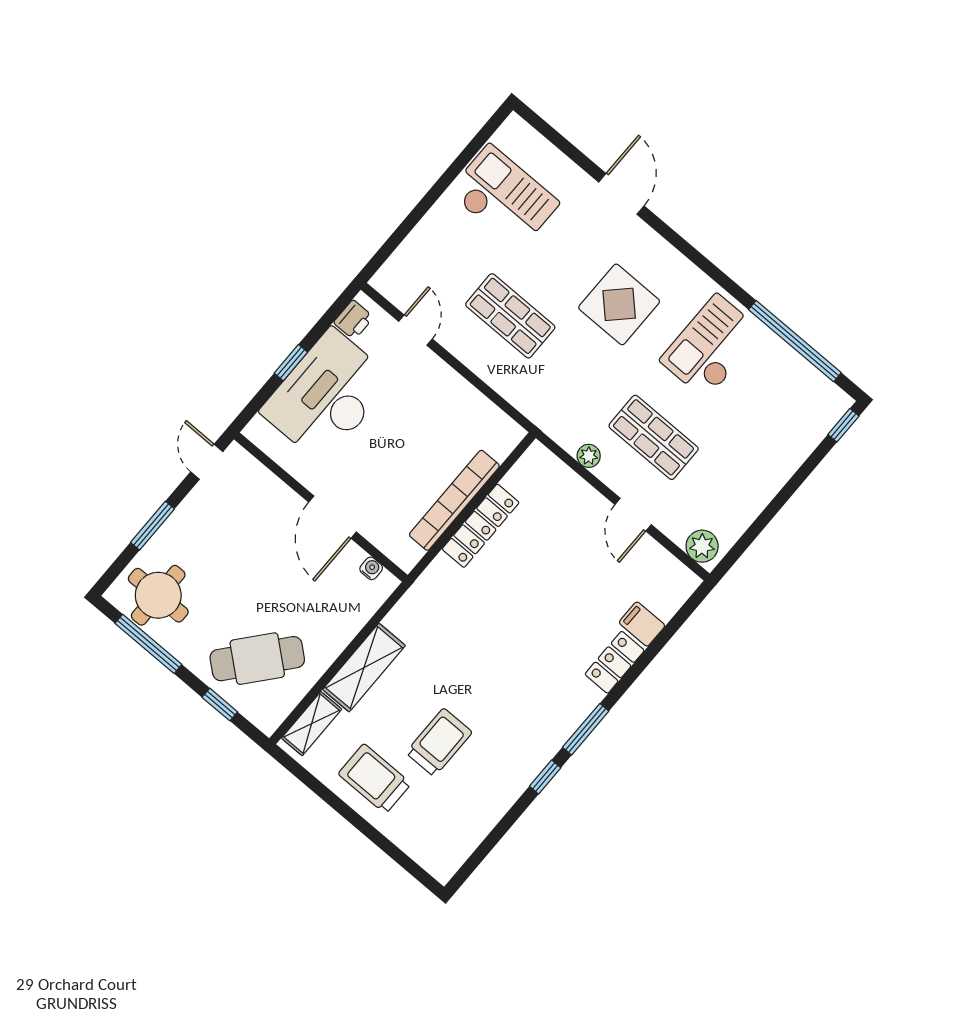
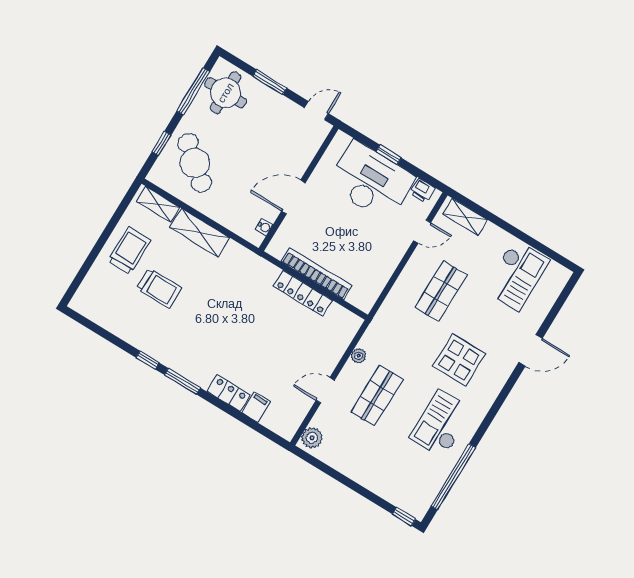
shelving: (404, 261) -> (465, 217), added
checkout: (711, 347) -> (441, 424), turned -90

